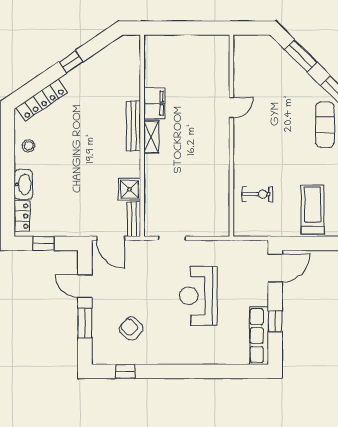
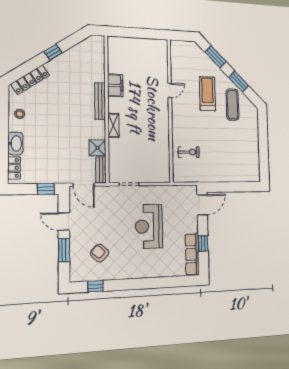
shelving: (151, 137) -> (113, 125), moved
treadmill: (313, 210) -> (208, 94), moved
window: (43, 243) -> (46, 189), moved

